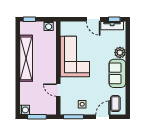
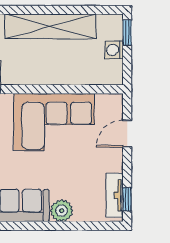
door: (93, 19) -> (127, 134), moved
washing machine: (49, 26) -> (114, 50), moved

